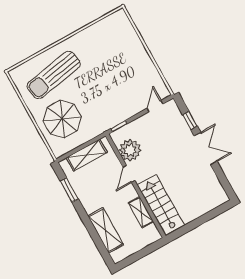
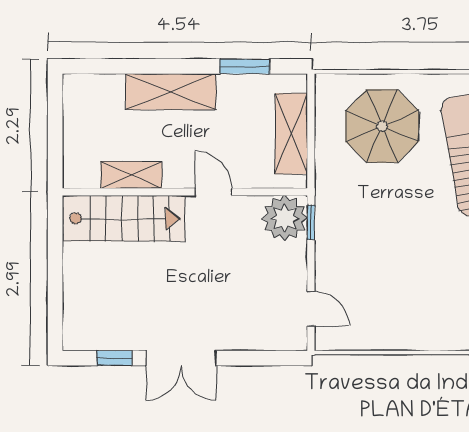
window: (190, 120) -> (114, 358), moved
plant: (130, 150) -> (285, 218), moved
shelving: (106, 230) -> (171, 92), moved

